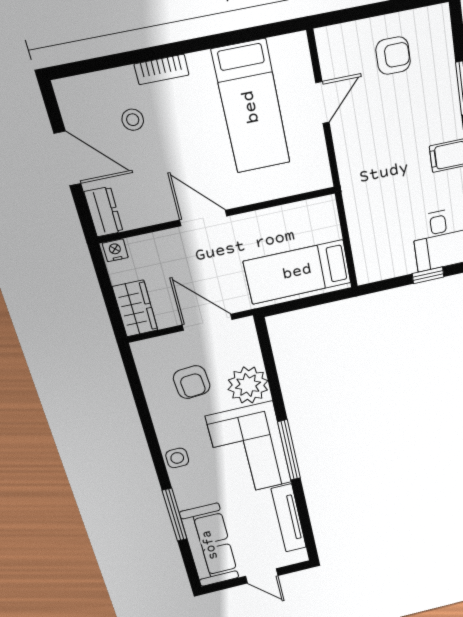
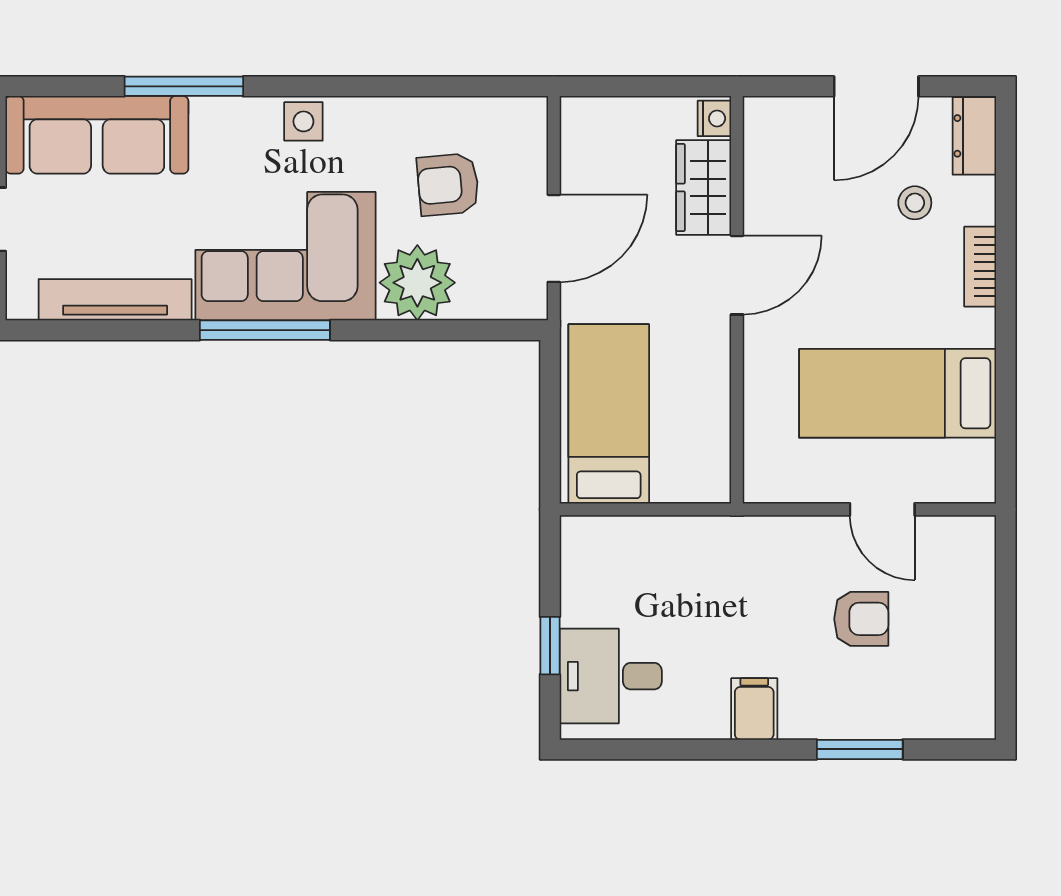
armchair: (393, 56) -> (861, 619), moved, turned -90
dresser: (104, 212) -> (974, 136), moved, turned 90
wardrobe: (135, 309) -> (704, 187), moved, turned 90

